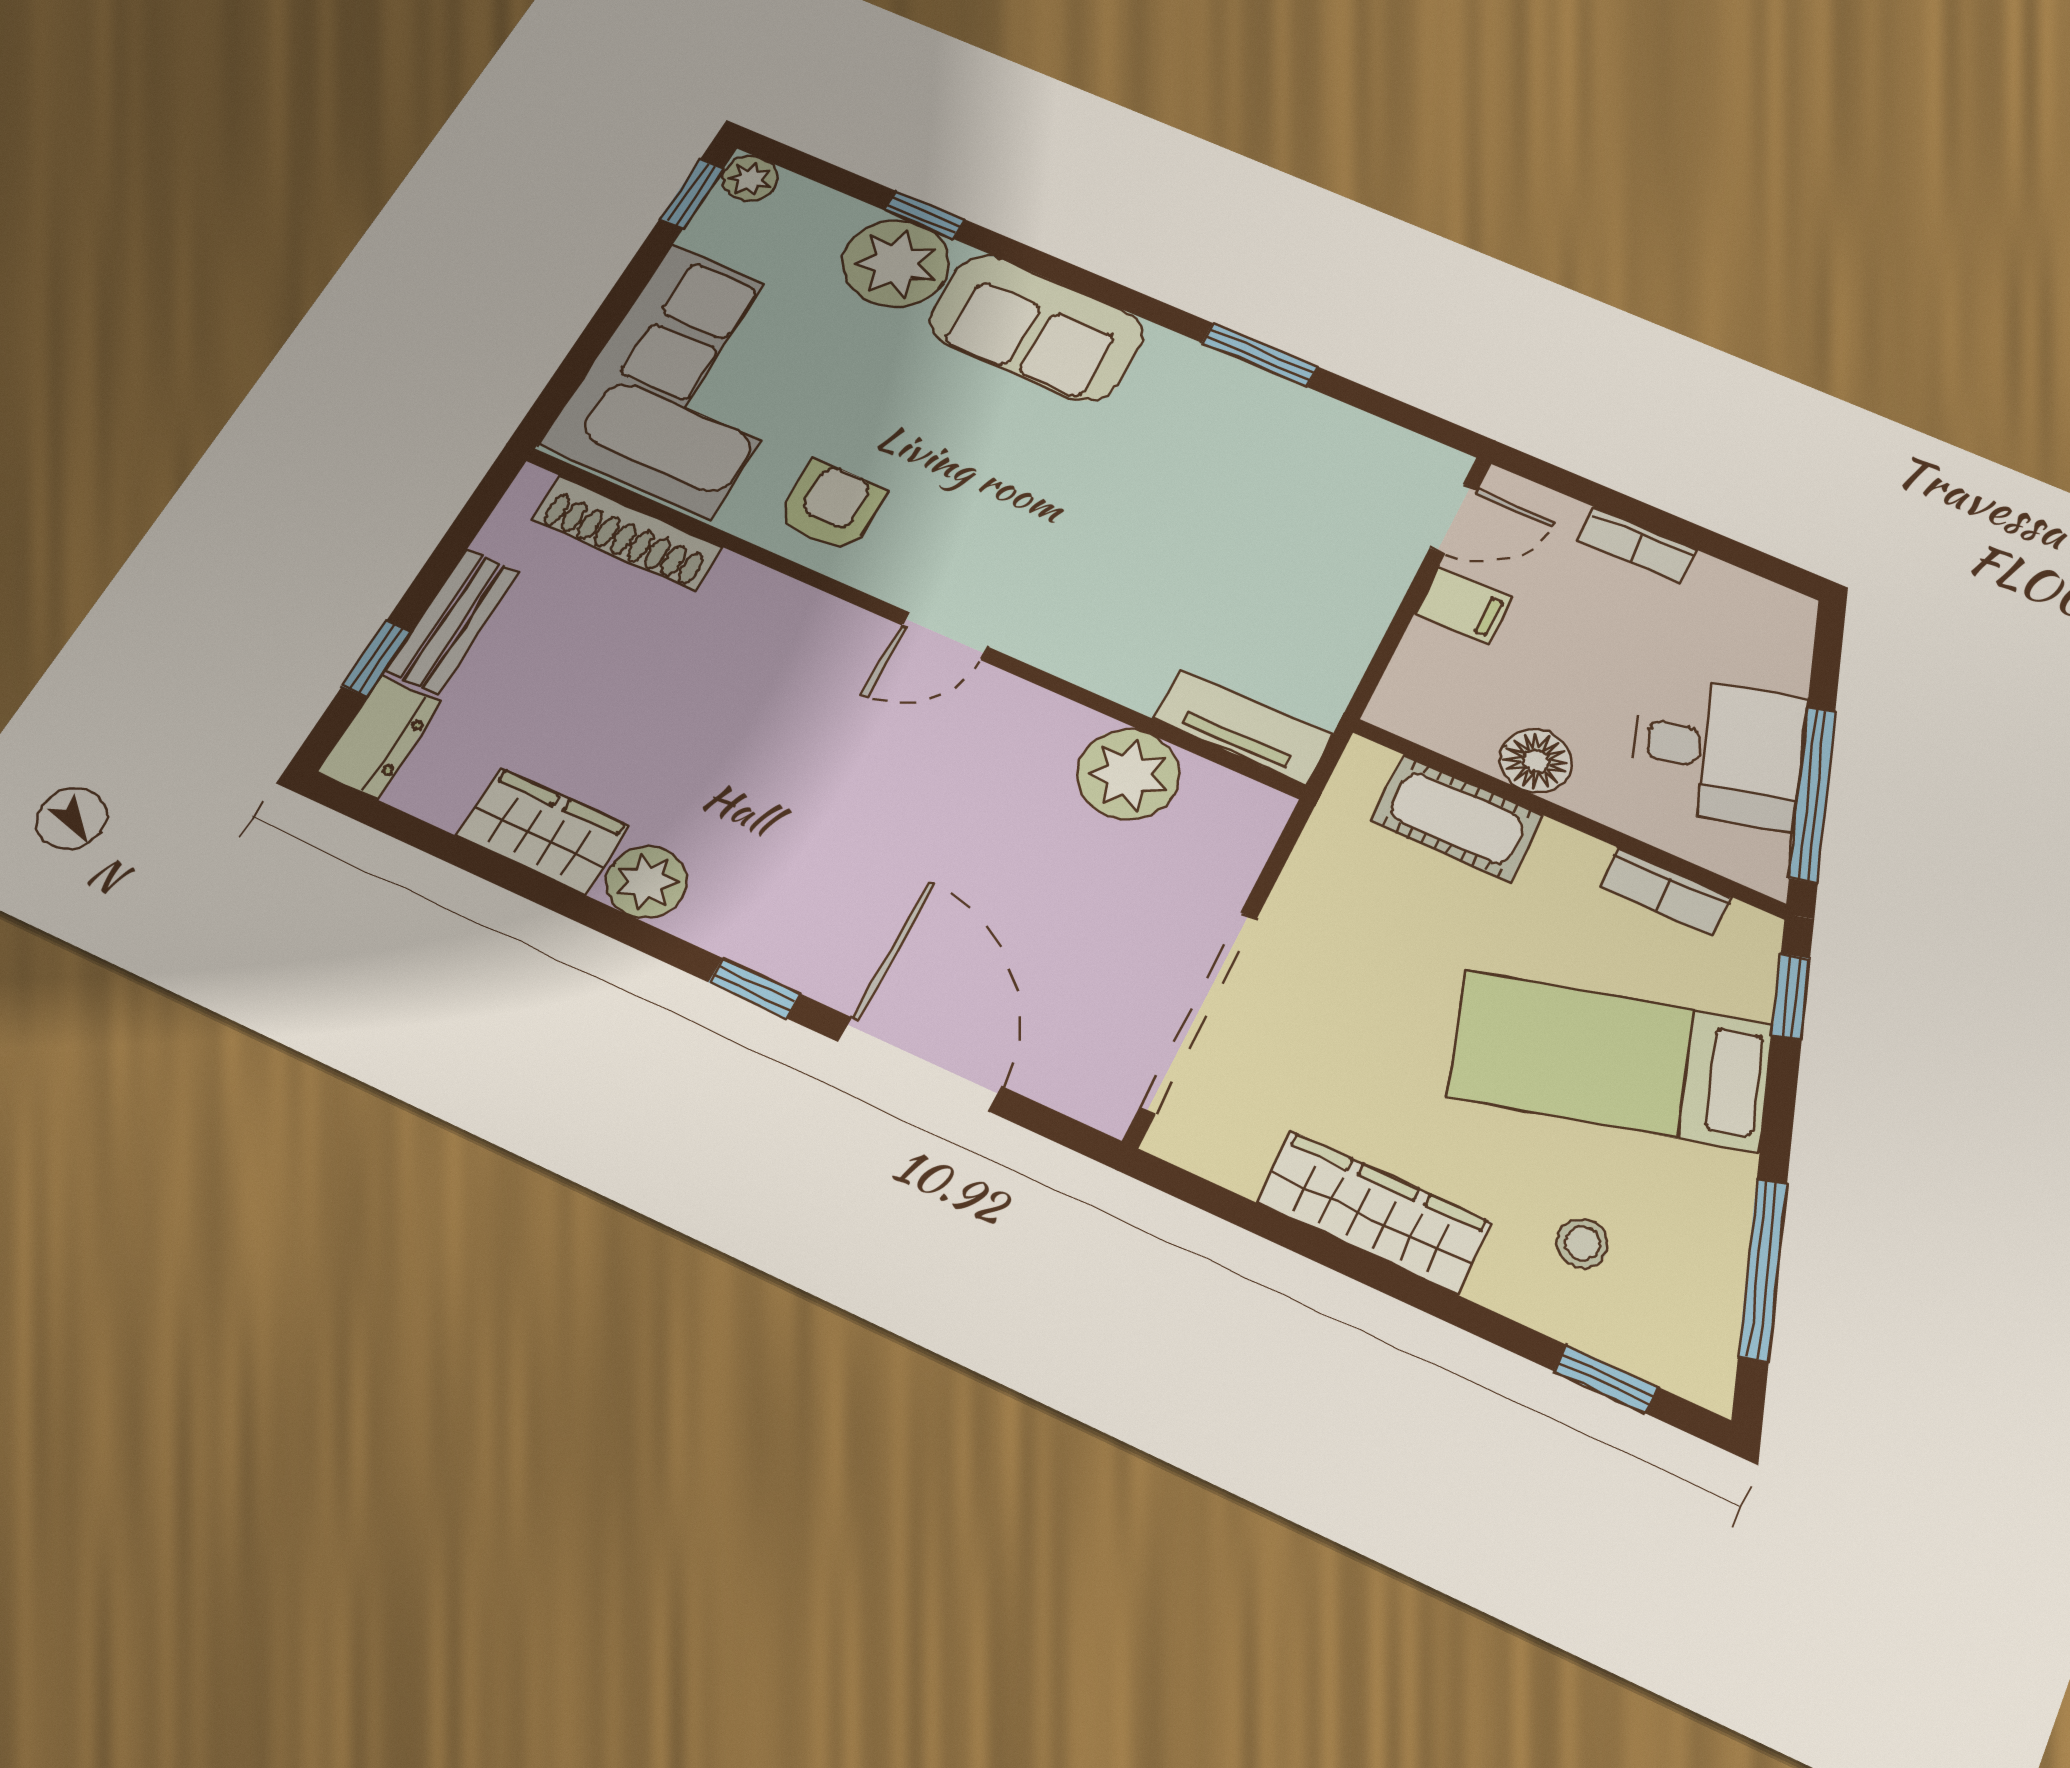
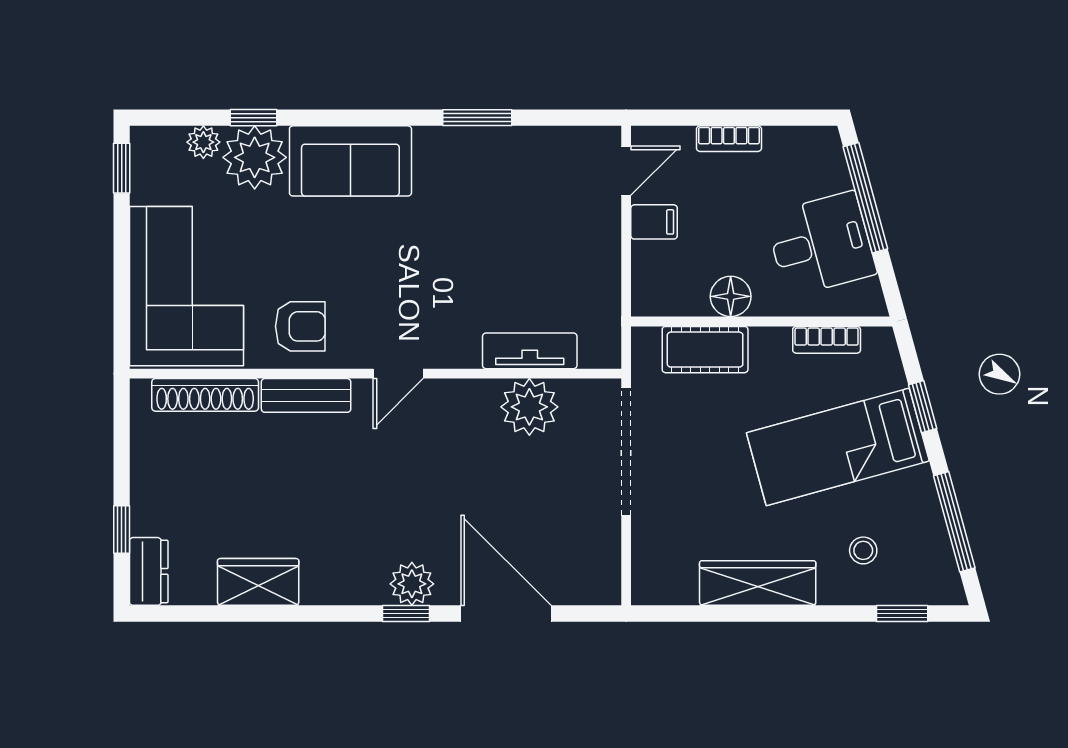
plant: (750, 179) -> (203, 142), moved
armchair: (831, 506) -> (300, 326), turned 90
bench: (453, 621) -> (306, 395), moved, turned 90
tv unit: (1243, 727) -> (530, 351), moved
window: (1812, 794) -> (865, 198), moved
plant: (646, 882) -> (412, 584), moved
window: (1791, 997) -> (923, 407), moved
doorway: (1199, 1012) -> (626, 451), moved

